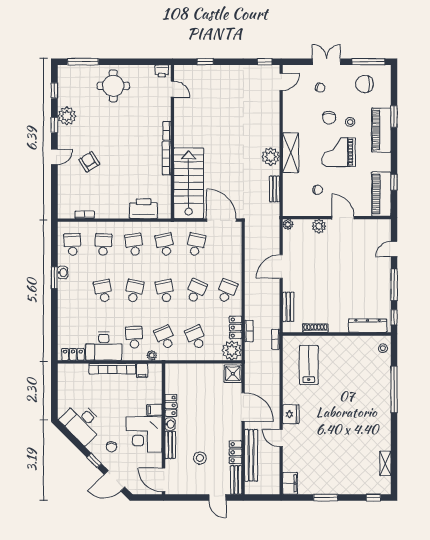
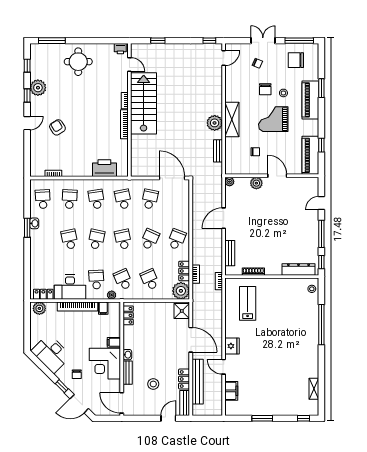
stairs: (189, 183) -> (144, 103), moved
plant: (68, 371) -> (39, 308), added
locker: (171, 405) -> (128, 315), moved
filing cabinet: (290, 483) -> (231, 391), moved
door: (217, 498) -> (168, 418), swing flipped

